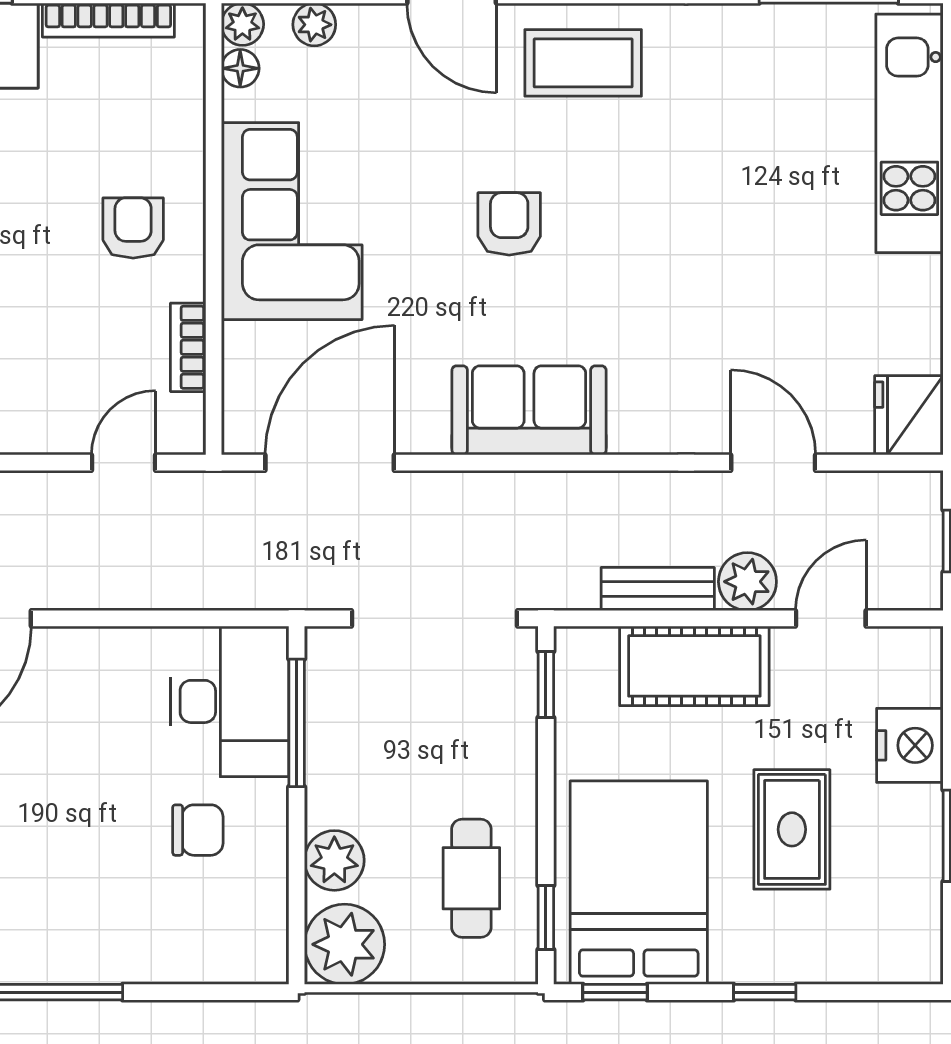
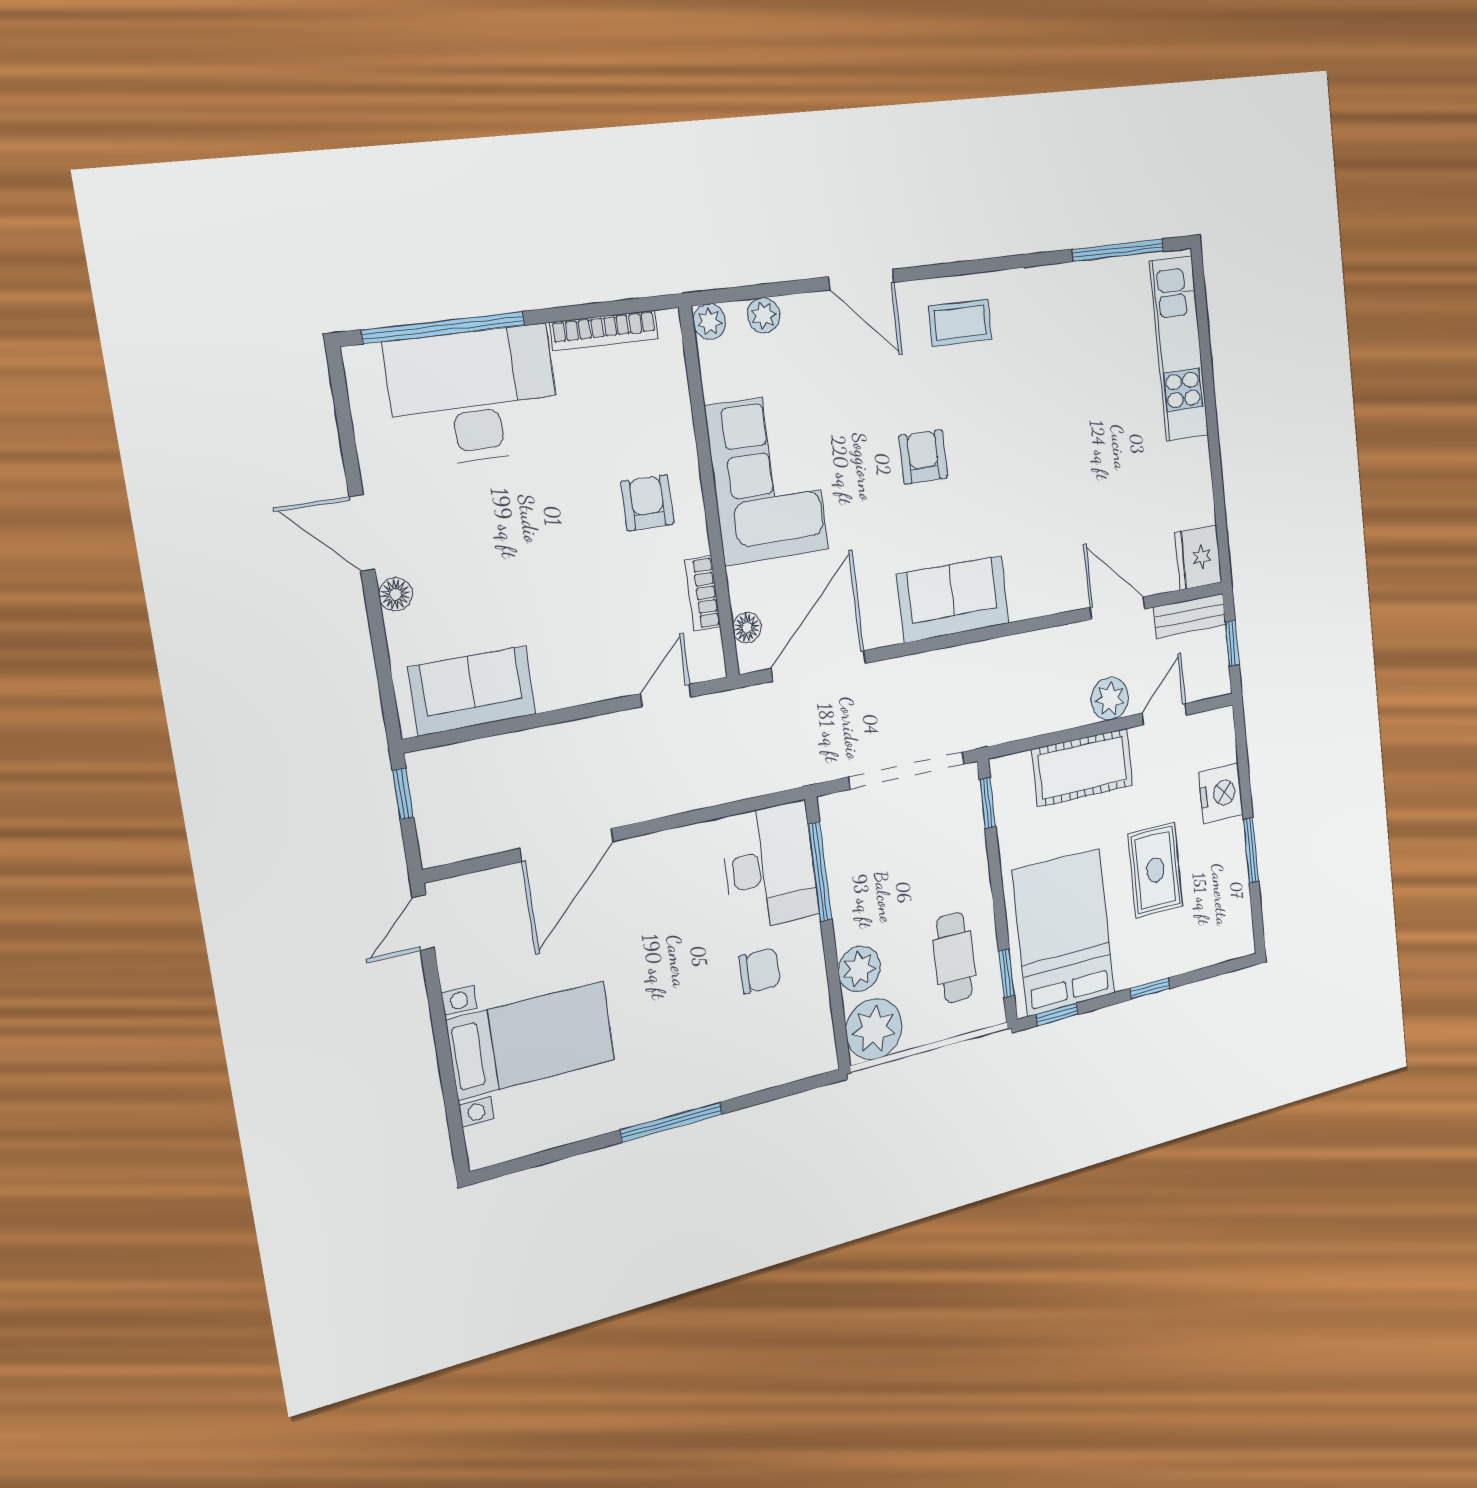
coffee table: (583, 63) -> (960, 323), width x0.73, depth x0.77
floor lamp: (240, 68) -> (747, 628), moved
bench: (658, 589) -> (1190, 616), moved

